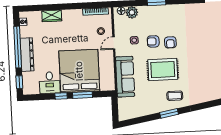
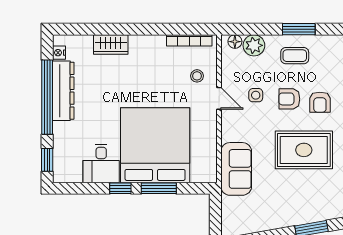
door: (114, 43) -> (219, 98), swing flipped
dresser: (27, 55) -> (63, 91), moved
sofa: (125, 77) -> (236, 169), width x0.73
coffee table: (175, 96) -> (295, 56), moved

